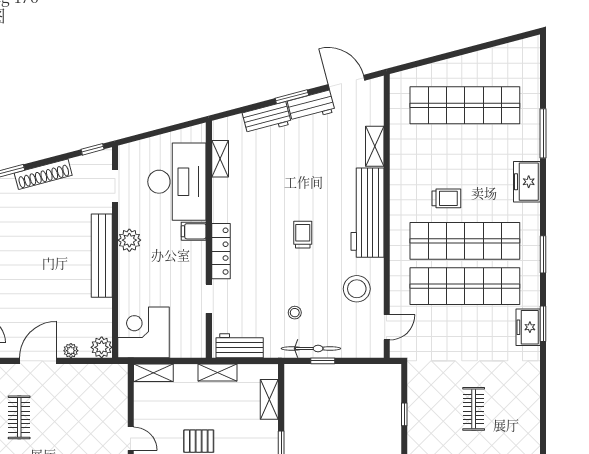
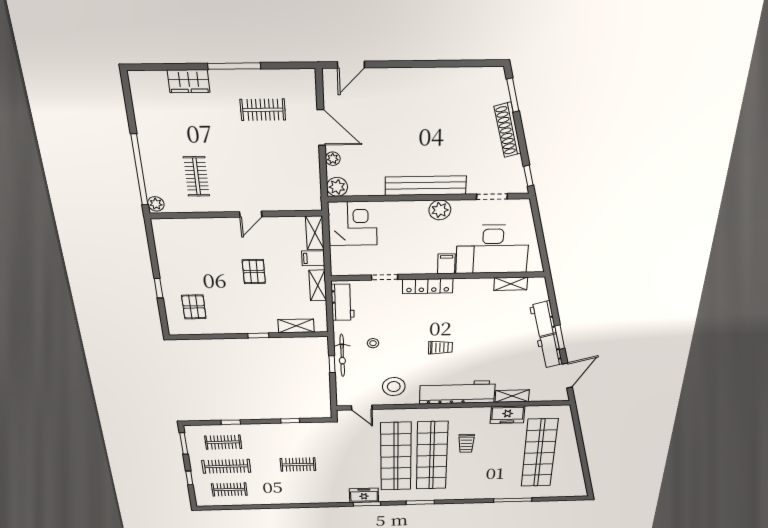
freezer: (527, 182) -> (507, 415), moved, turned 180
filing cabinet: (184, 376) -> (313, 258), added

